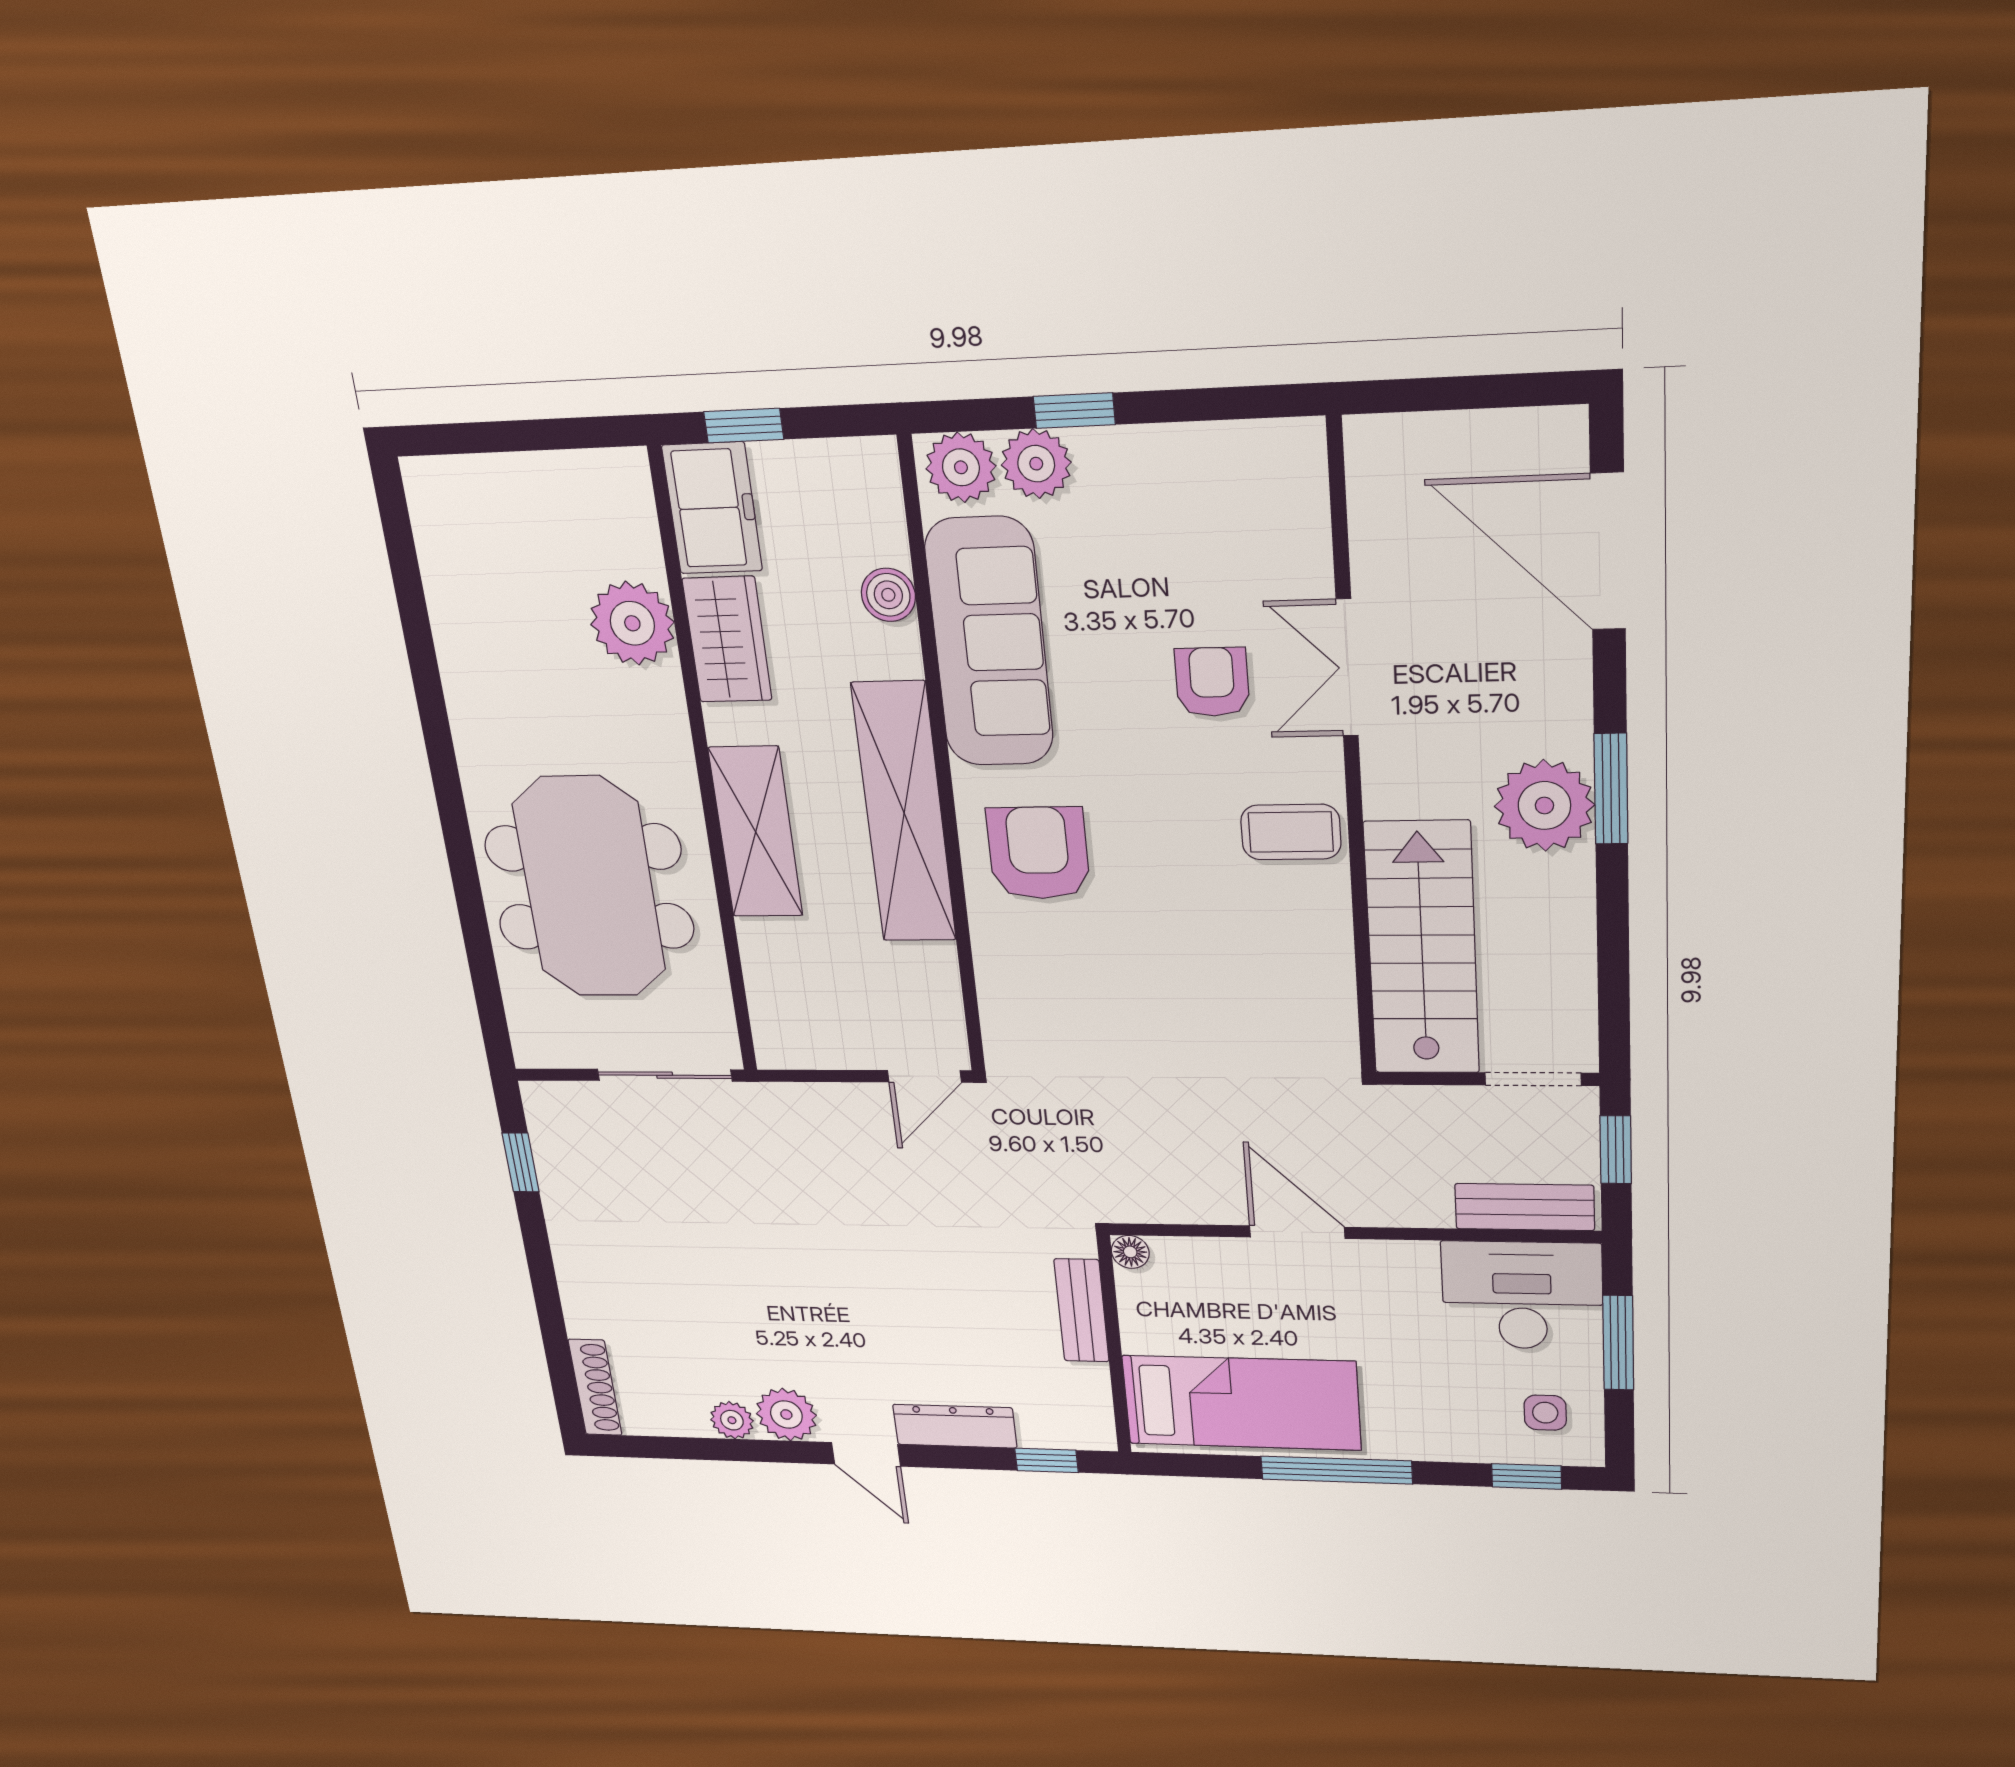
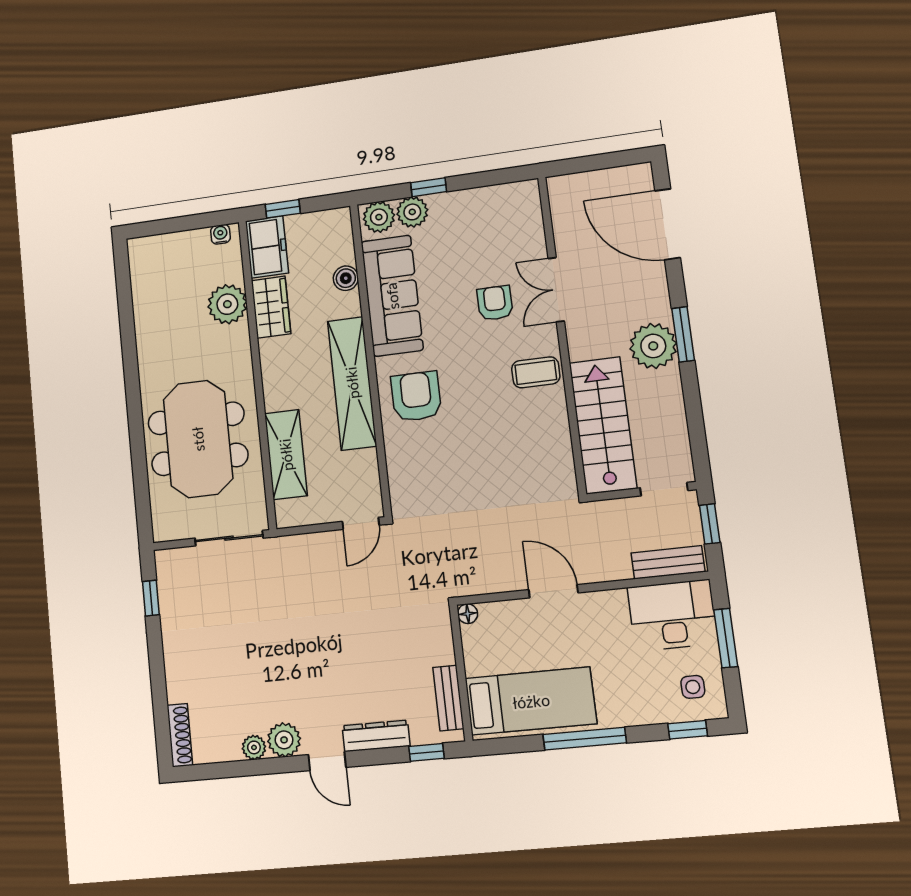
water cooler: (607, 469) -> (220, 234), added
shelving: (756, 832) -> (286, 455), moved
bench: (1082, 1310) -> (448, 698), moved

